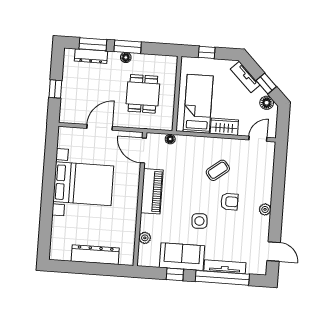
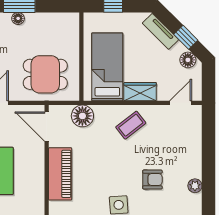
dining table: (143, 94) -> (45, 74), moved, turned 90
floor lamp: (170, 139) -> (82, 116), width x1.89, depth x1.89
coffee table: (218, 170) -> (131, 125), moved

